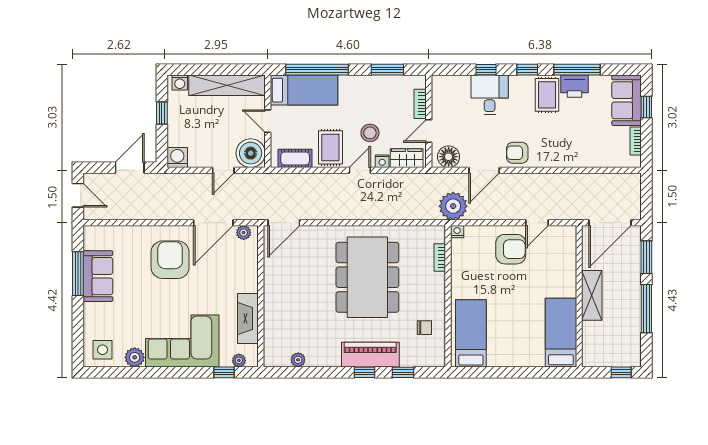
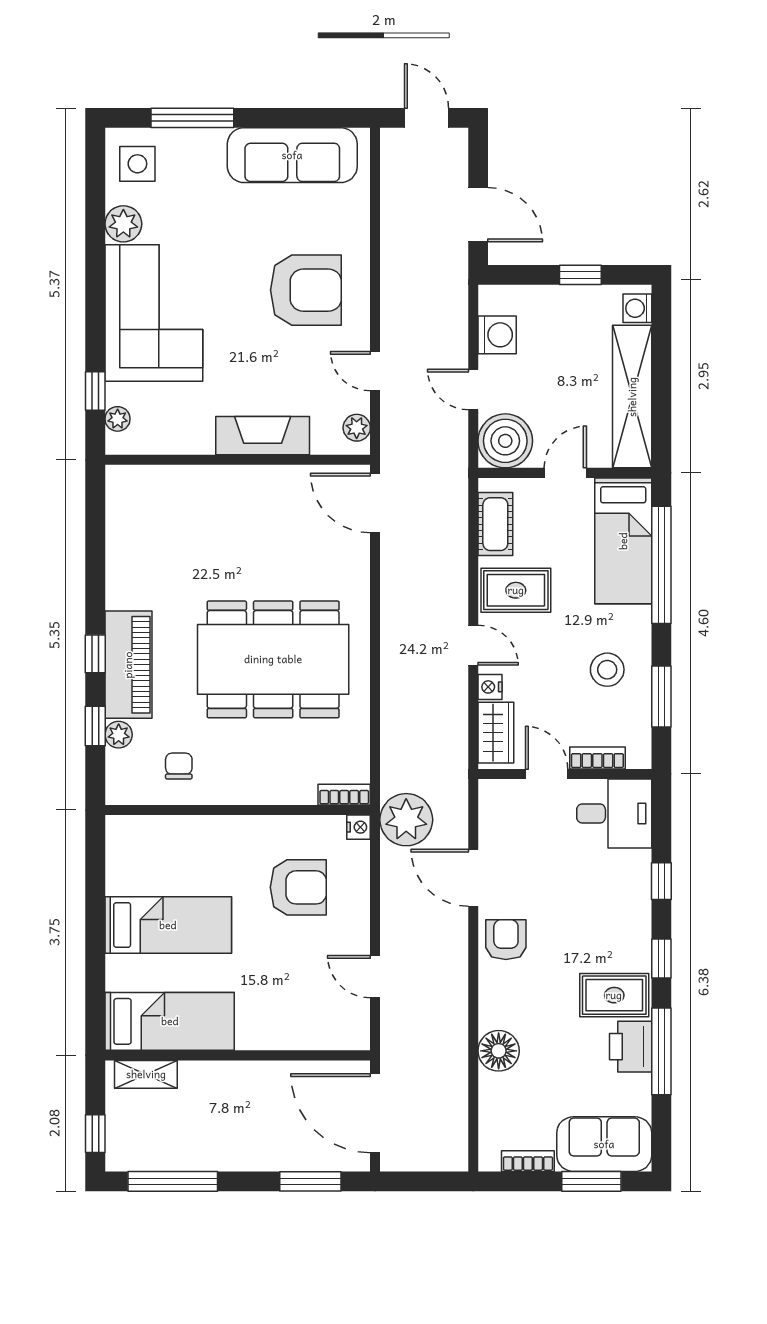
desk: (490, 95) -> (614, 813), moved
window: (646, 107) -> (591, 1181), width x1.50
stool: (370, 133) -> (607, 670), moved
washing machine: (177, 157) -> (497, 335), moved
floor lamp: (449, 157) -> (499, 1051), moved
door: (78, 195) -> (426, 118), swing flipped
door: (213, 223) -> (375, 371), width x0.53
armchair: (511, 249) -> (298, 887), moved, turned -90
bookcase: (440, 258) -> (344, 795), moved
window: (78, 274) -> (192, 118), moved
sofa: (98, 276) -> (292, 155), width x1.36
shelving: (592, 295) -> (146, 1074), moved, width x0.67, depth x0.75
window: (646, 309) -> (173, 1181), moved
fireplace: (248, 318) -> (263, 436), moved
chair: (424, 328) -> (179, 766), turned 180
bed: (471, 333) -> (168, 925), moved
plant: (298, 360) -> (119, 735), moved

